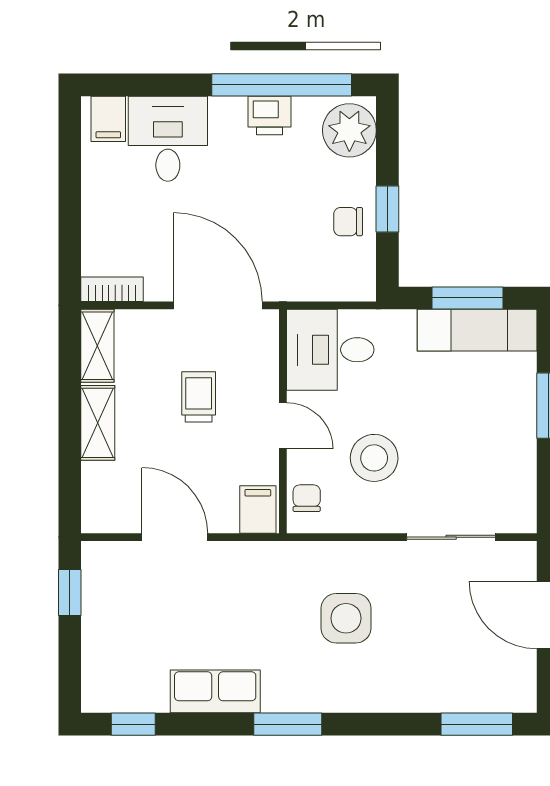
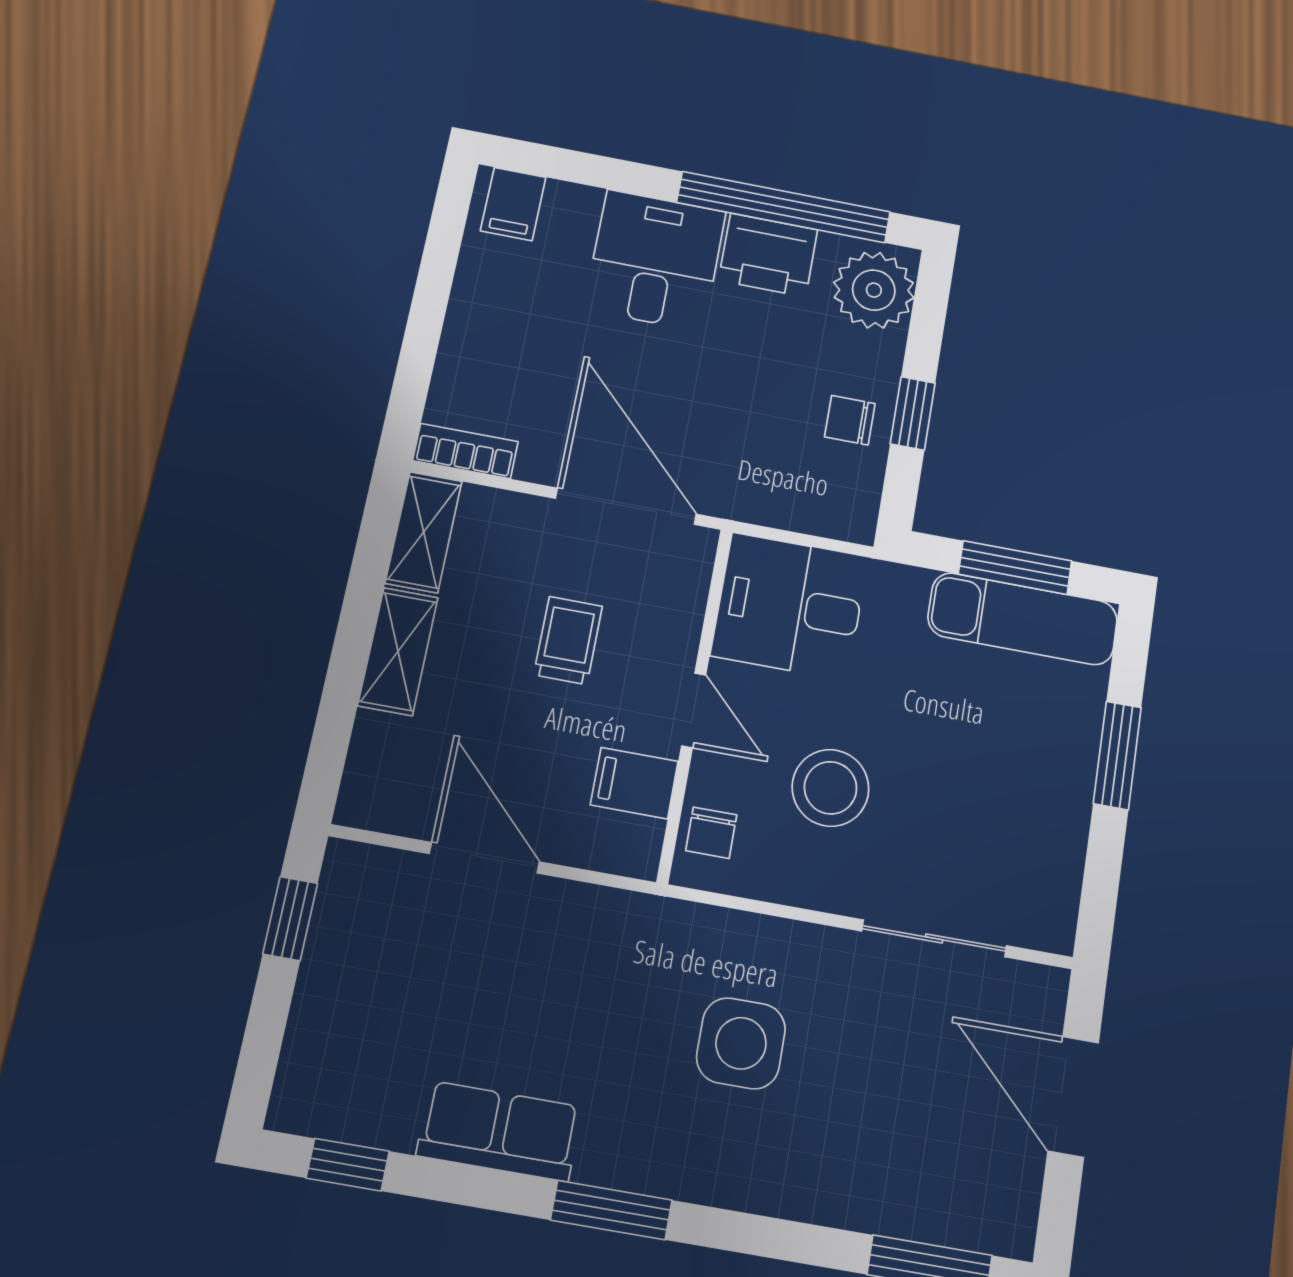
printer: (270, 116) -> (768, 255), width x1.36, depth x1.24
desk: (168, 139) -> (655, 260), moved
chair: (307, 498) -> (711, 833), turned 180
filing cabinet: (258, 510) -> (634, 783), moved, turned -90

